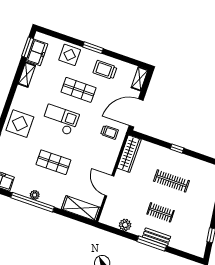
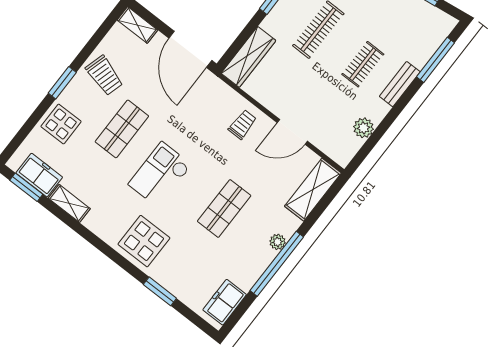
trolley: (105, 70) -> (104, 75), turned -74
trolley: (110, 132) -> (242, 124), moved
wardrobe: (129, 154) -> (248, 57), moved, turned 90
plant: (35, 195) -> (278, 242), moved
window: (152, 243) -> (436, 60), moved

